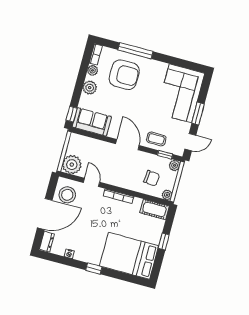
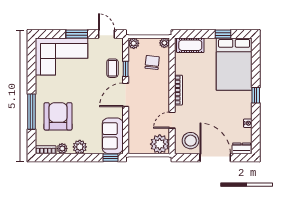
window: (165, 155) -> (126, 69), moved
cot: (154, 209) -> (190, 45), moved, turned 90
window: (164, 241) -> (223, 34), moved

